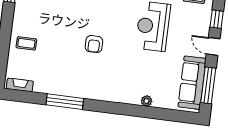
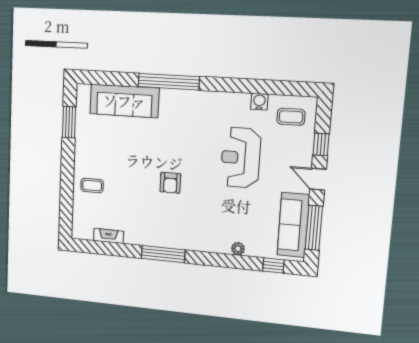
fireplace: (20, 85) -> (109, 236), moved
window: (65, 102) -> (163, 254), moved
window: (175, 116) -> (273, 265), added

